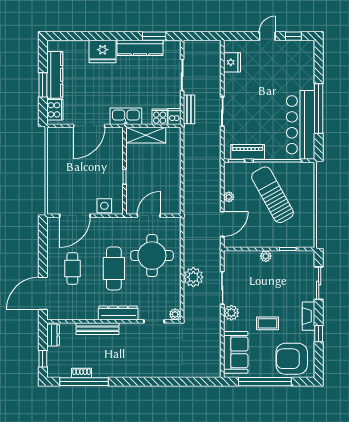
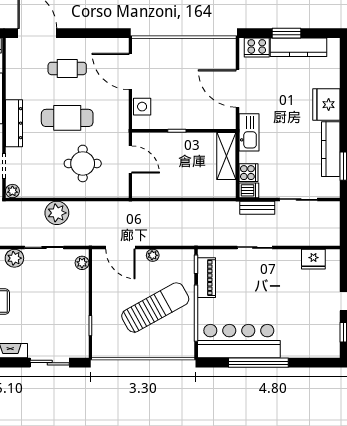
round table: (152, 256) -> (83, 163), width x0.73, depth x0.73
plant: (266, 256) -> (82, 263), moved

